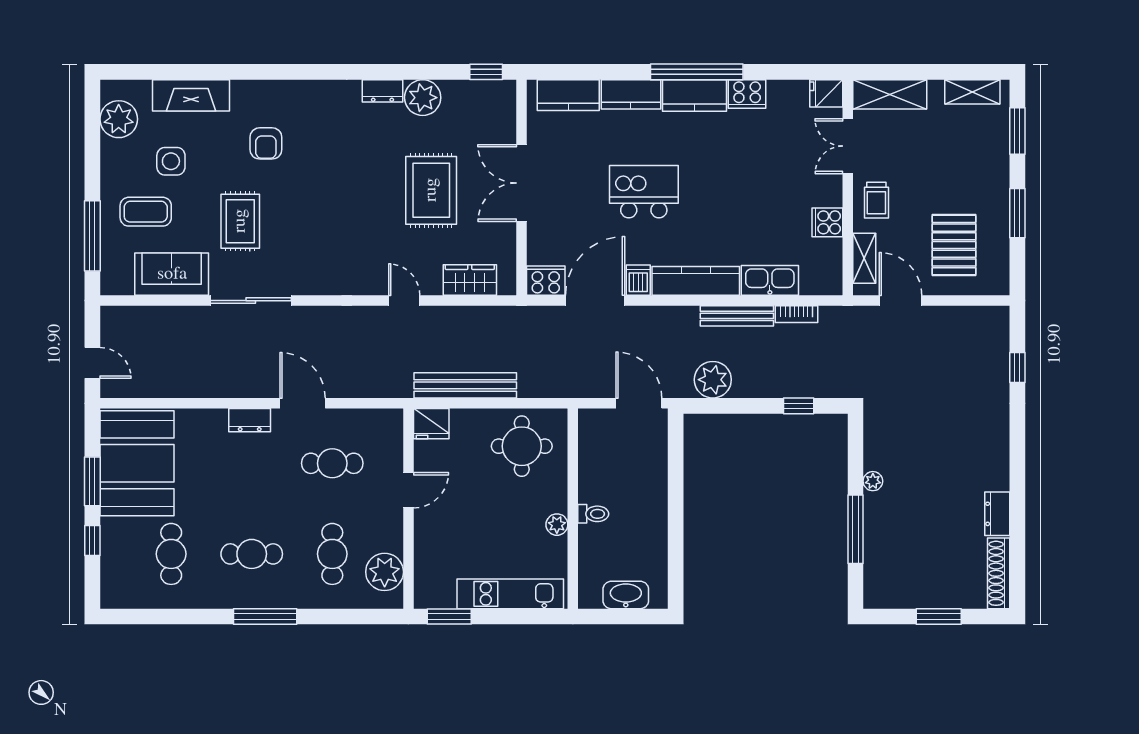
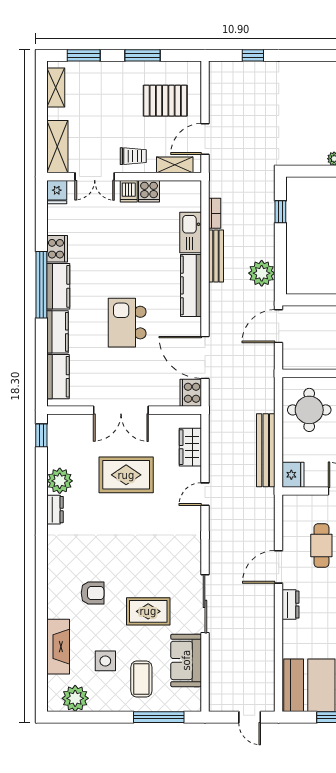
dishwasher: (638, 280) -> (129, 191), moved, turned -90
door: (92, 363) -> (250, 717), swing flipped

